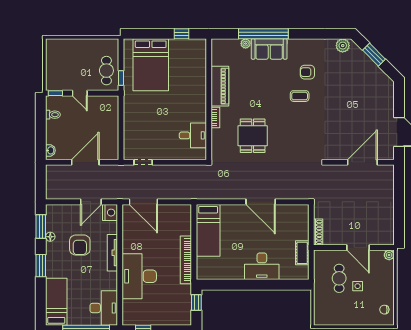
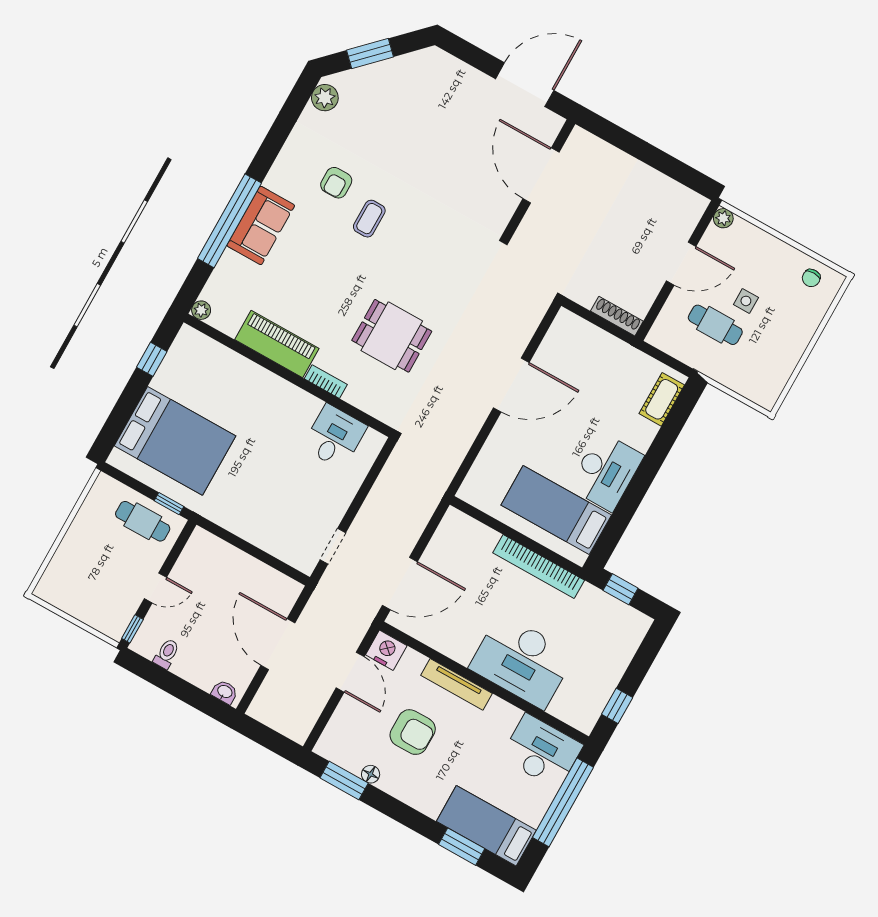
plant: (246, 44) -> (201, 310), moved
bed: (208, 230) -> (556, 510), moved, turned 180
cot: (302, 253) -> (662, 399), moved, turned 90
window: (41, 266) -> (462, 847), moved
desk: (262, 266) -> (606, 472), moved

